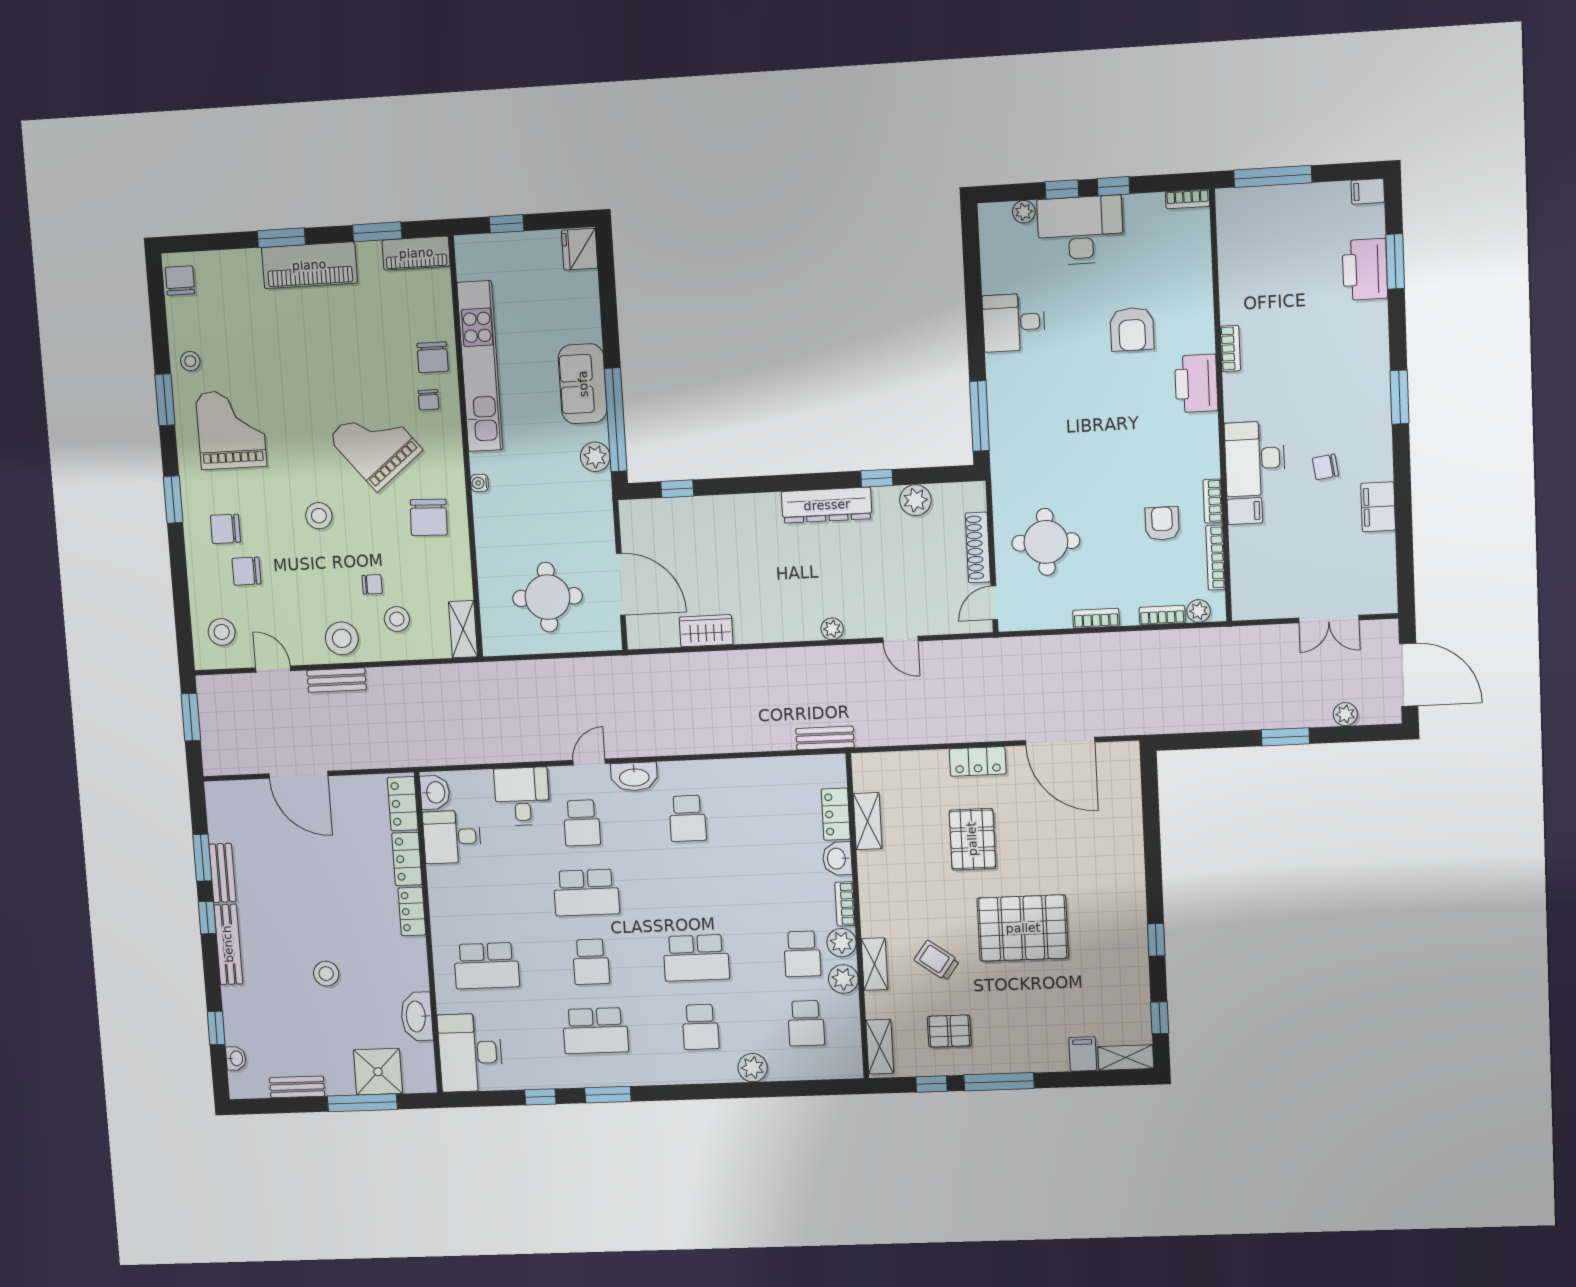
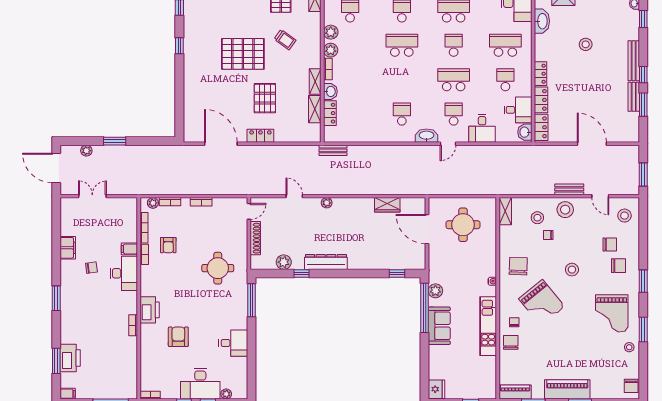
kitchen unit: (480, 366) -> (488, 326), width x0.73
round table: (1046, 542) -> (218, 268), moved
school desk: (802, 954) -> (505, 80), moved
shelving: (875, 964) -> (315, 81), moved

